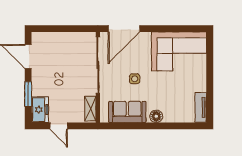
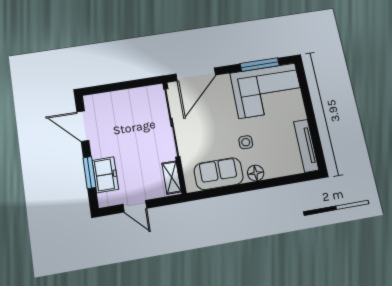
window: (177, 29) -> (260, 65), added
side table: (135, 79) -> (246, 142), moved
tv unit: (201, 108) -> (306, 146), width x1.41
freezer: (40, 110) -> (105, 175), moved

